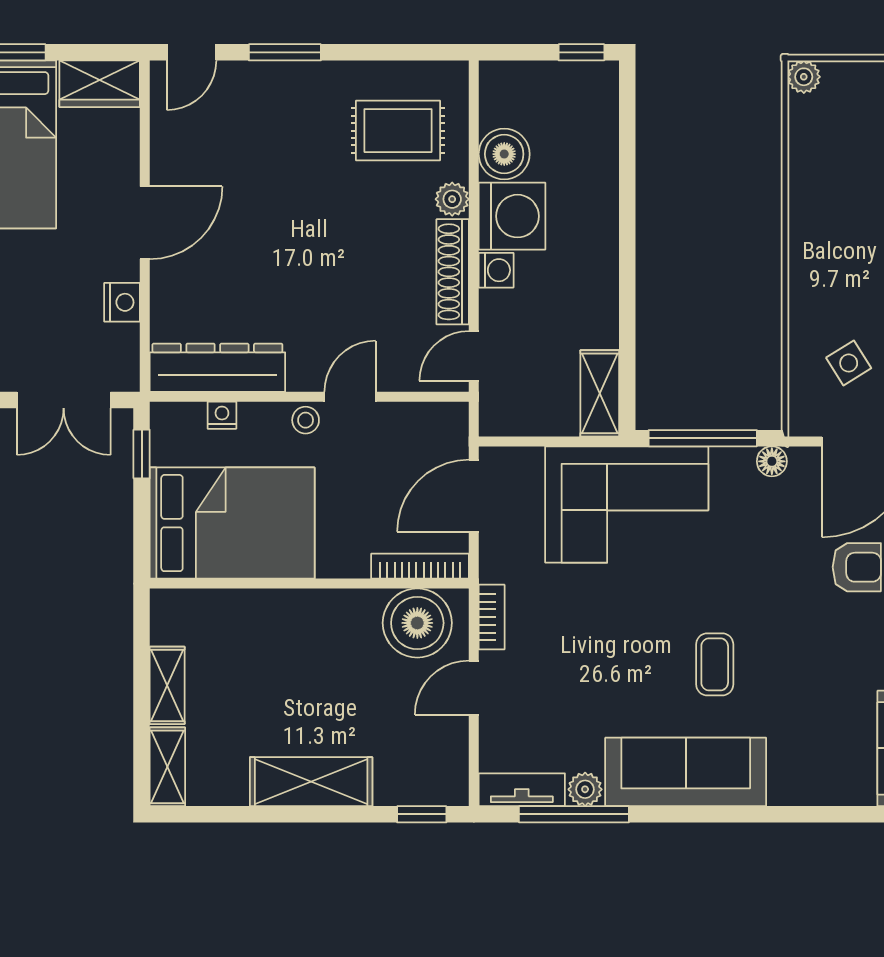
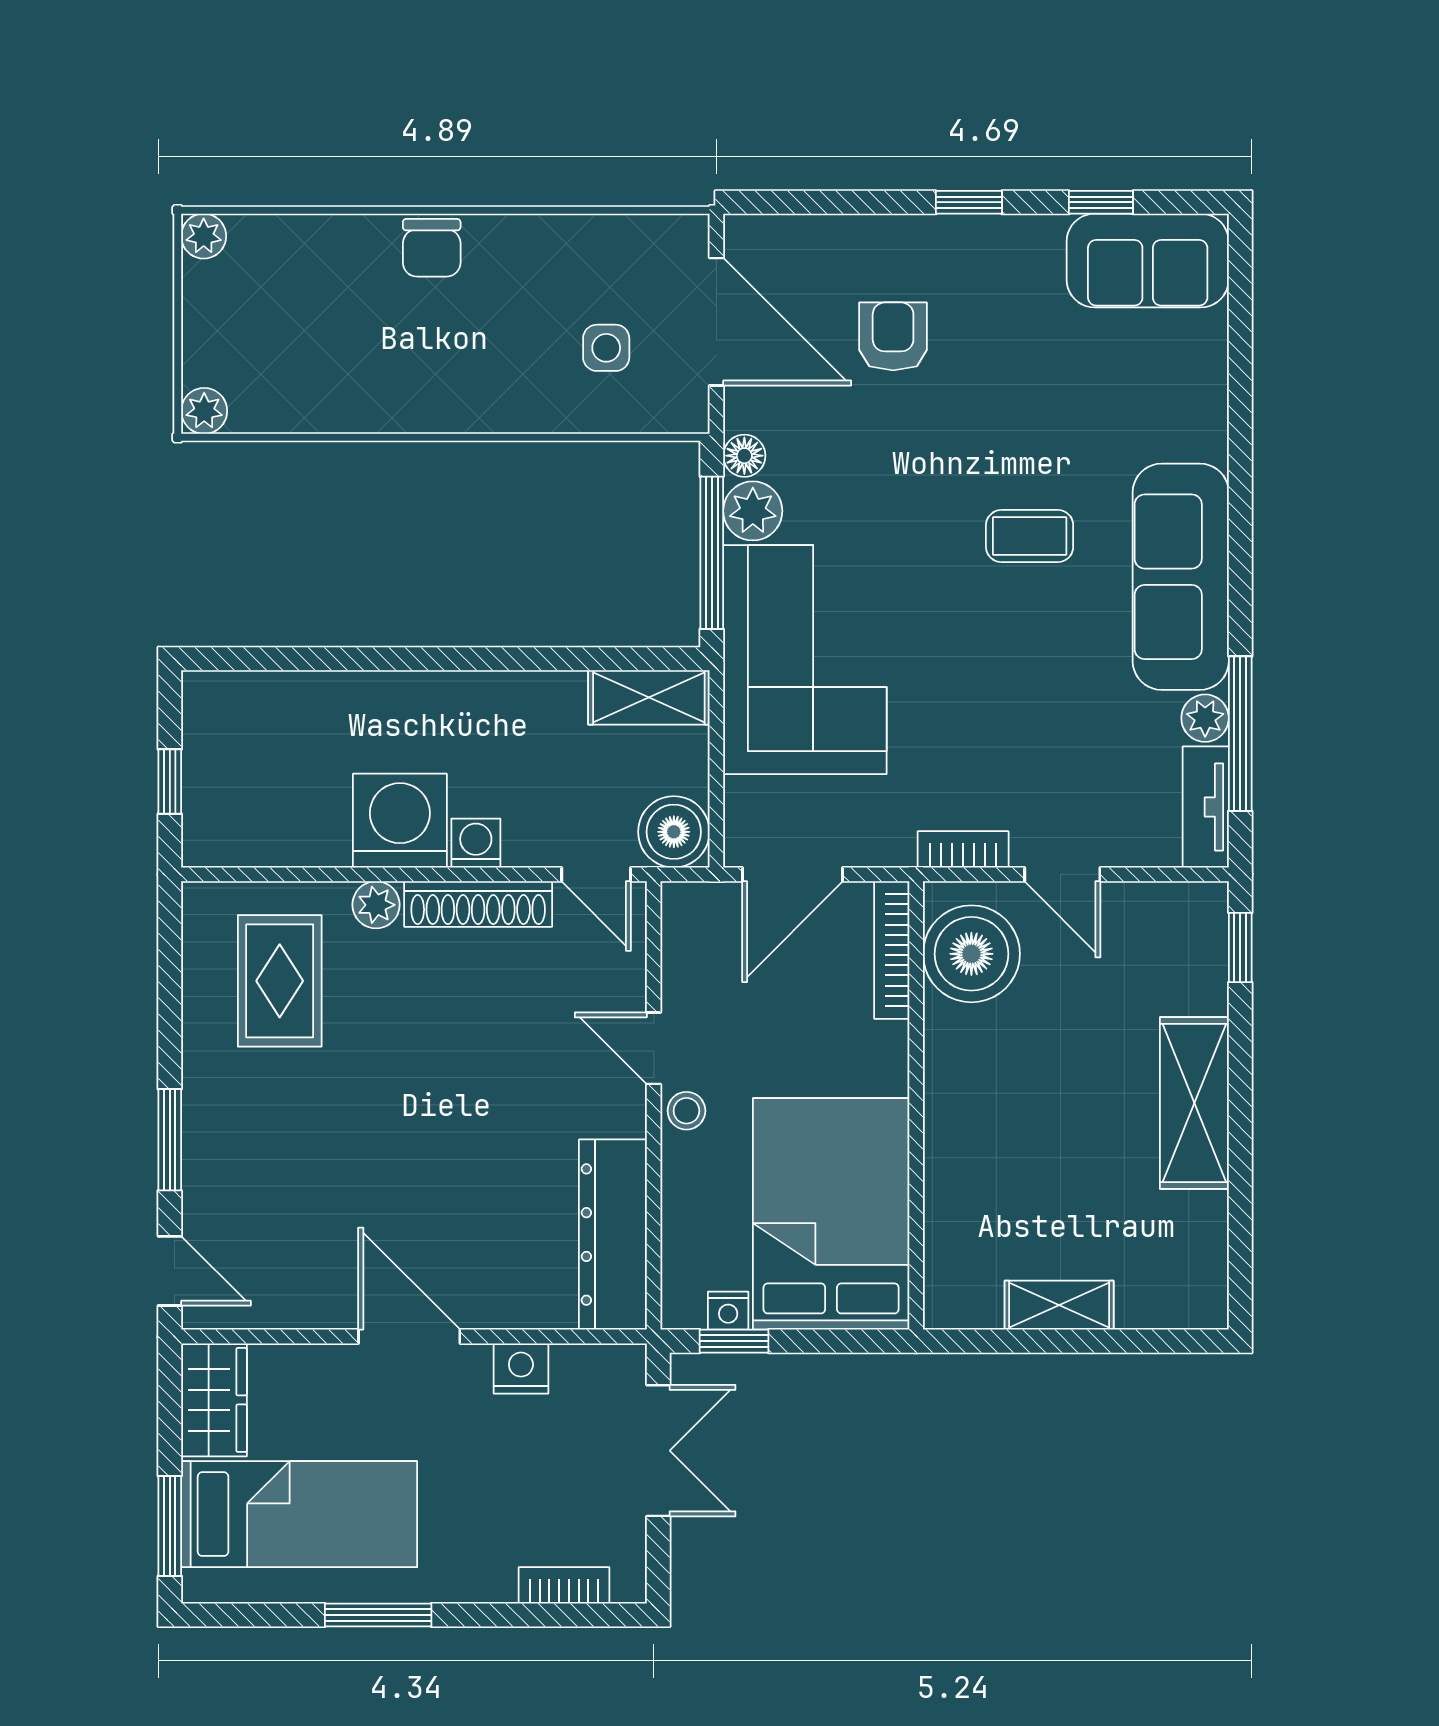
window: (581, 52) -> (170, 782), moved
boiler: (504, 154) -> (674, 832), moved
side table: (849, 363) -> (606, 348), turned 32
nightstand: (222, 415) -> (728, 1311), moved, turned -90
plant: (733, 467) -> (753, 511), added
door: (474, 496) -> (793, 874), hinge flipped
shelving: (167, 767) -> (1173, 1305), removed

